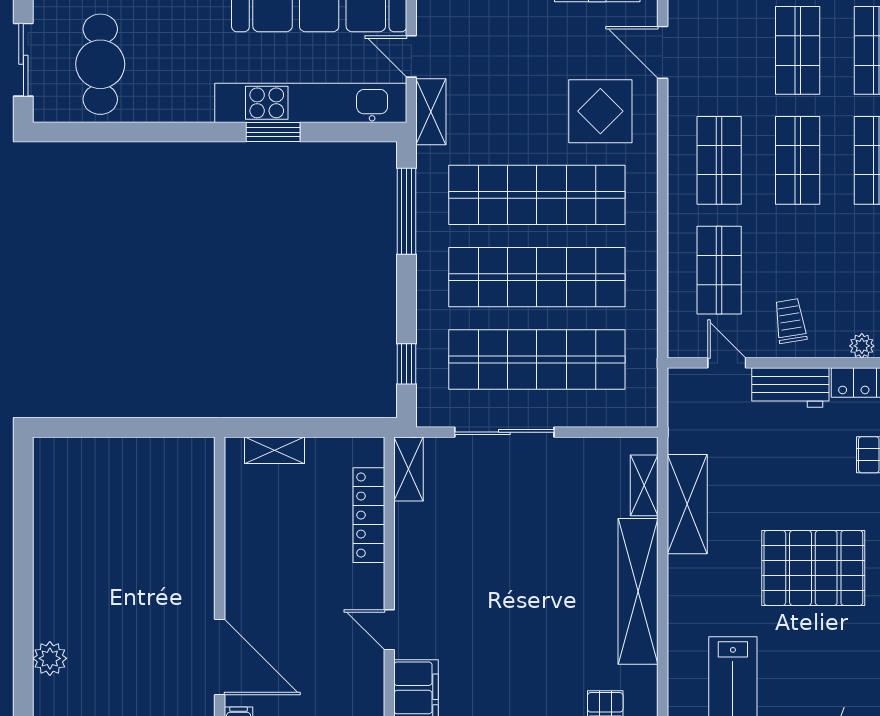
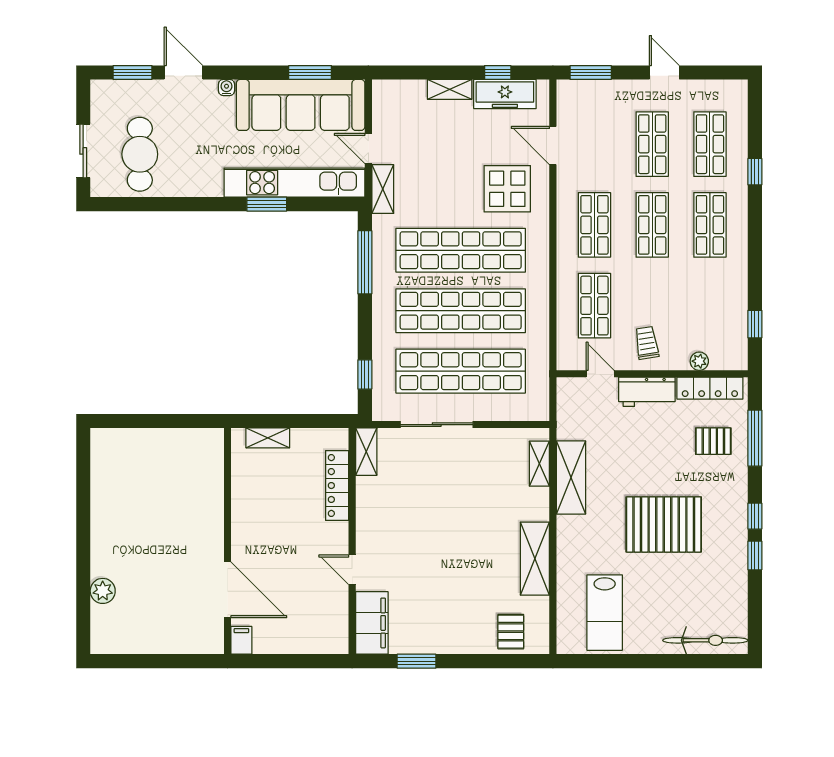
shelving: (638, 591) -> (535, 559), width x0.68

